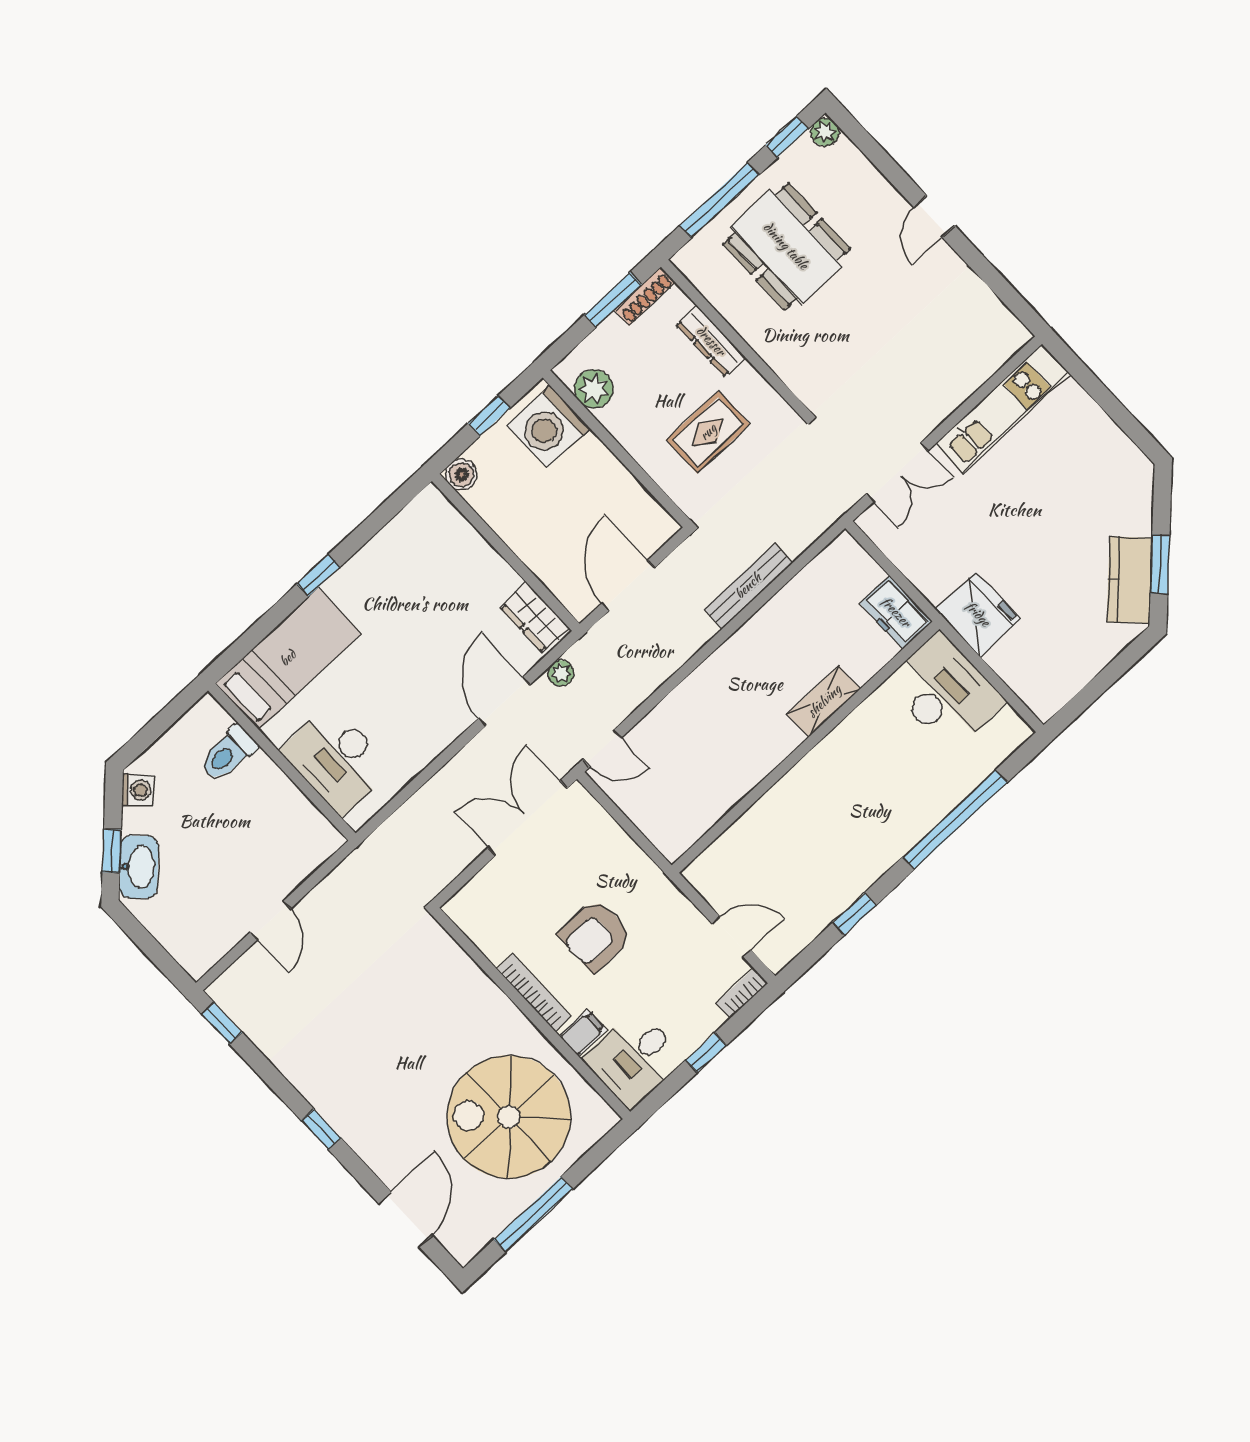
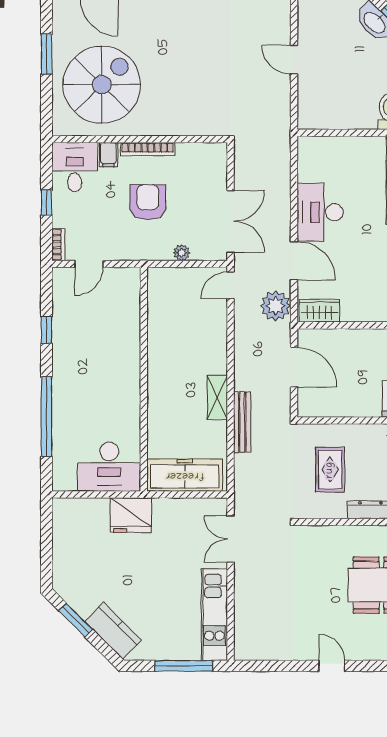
window: (1096, 389) -> (184, 666), added
kitchen counter: (1130, 580) -> (113, 631), moved
freezer: (896, 612) -> (185, 475), width x1.91, depth x1.26
plant: (561, 673) -> (276, 306), width x1.88, depth x1.88
shelving: (824, 701) -> (217, 398), moved
desk: (336, 759) -> (320, 212), moved, turned -90
plant: (617, 841) -> (182, 253), added
window: (533, 1214) -> (47, 54), width x0.69

